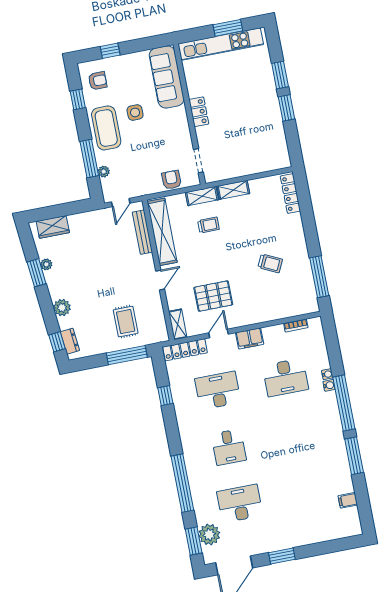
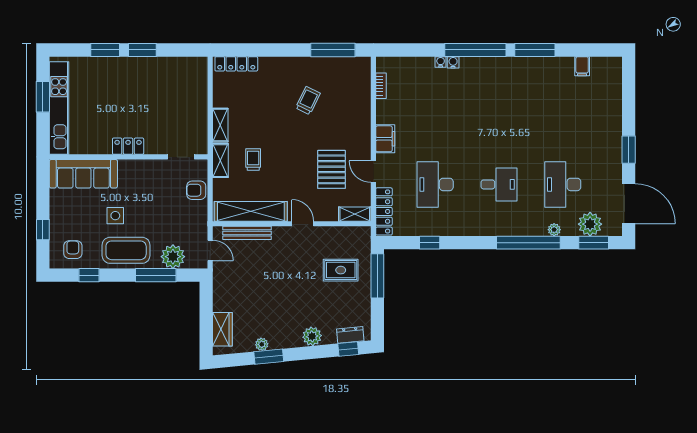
plant: (104, 172) -> (173, 257), width x1.88, depth x1.88
desk: (285, 377) -> (435, 108), removed
plant: (198, 504) -> (554, 230), added

